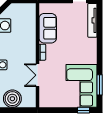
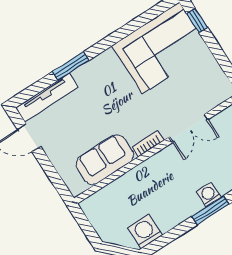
window: (100, 85) -> (71, 66), moved

